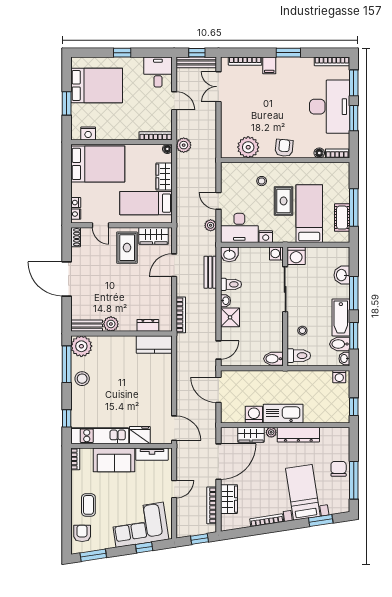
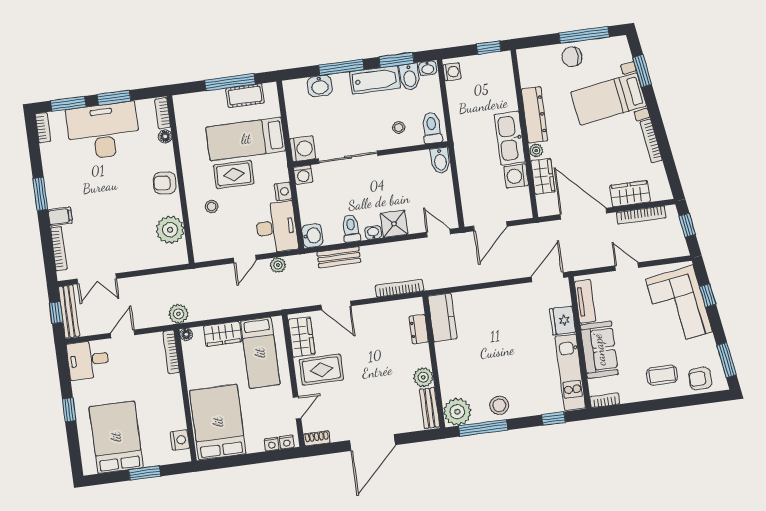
bookcase: (332, 61) -> (43, 128), width x0.64

